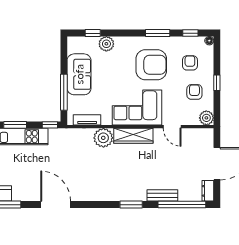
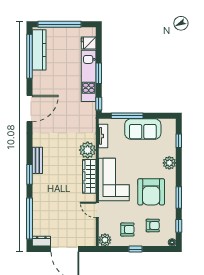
plant: (106, 44) -> (169, 163), moved
door: (172, 127) -> (97, 210), hinge flipped
bench: (162, 195) -> (37, 160), moved

